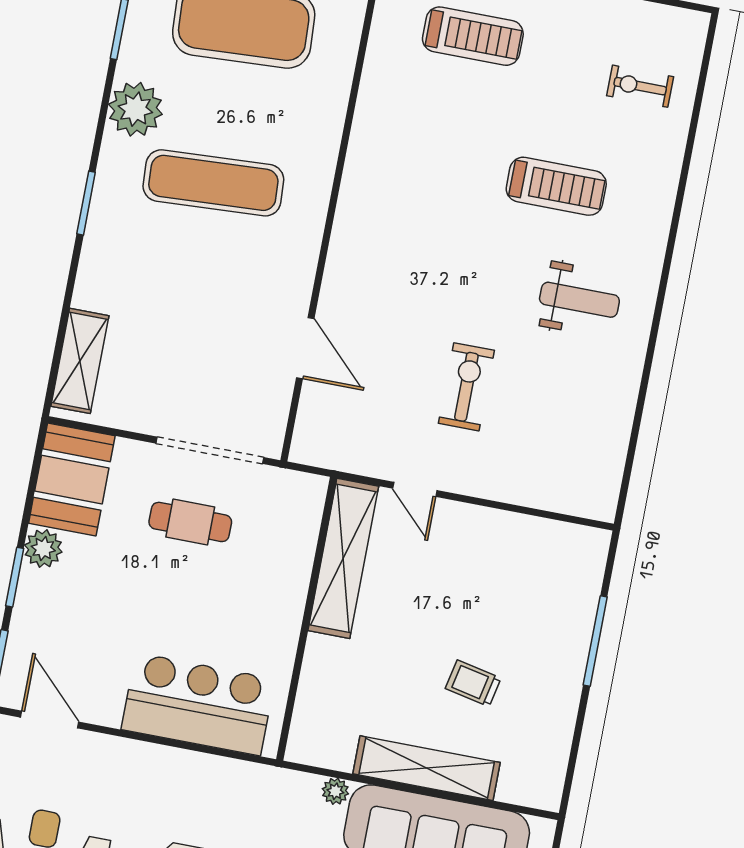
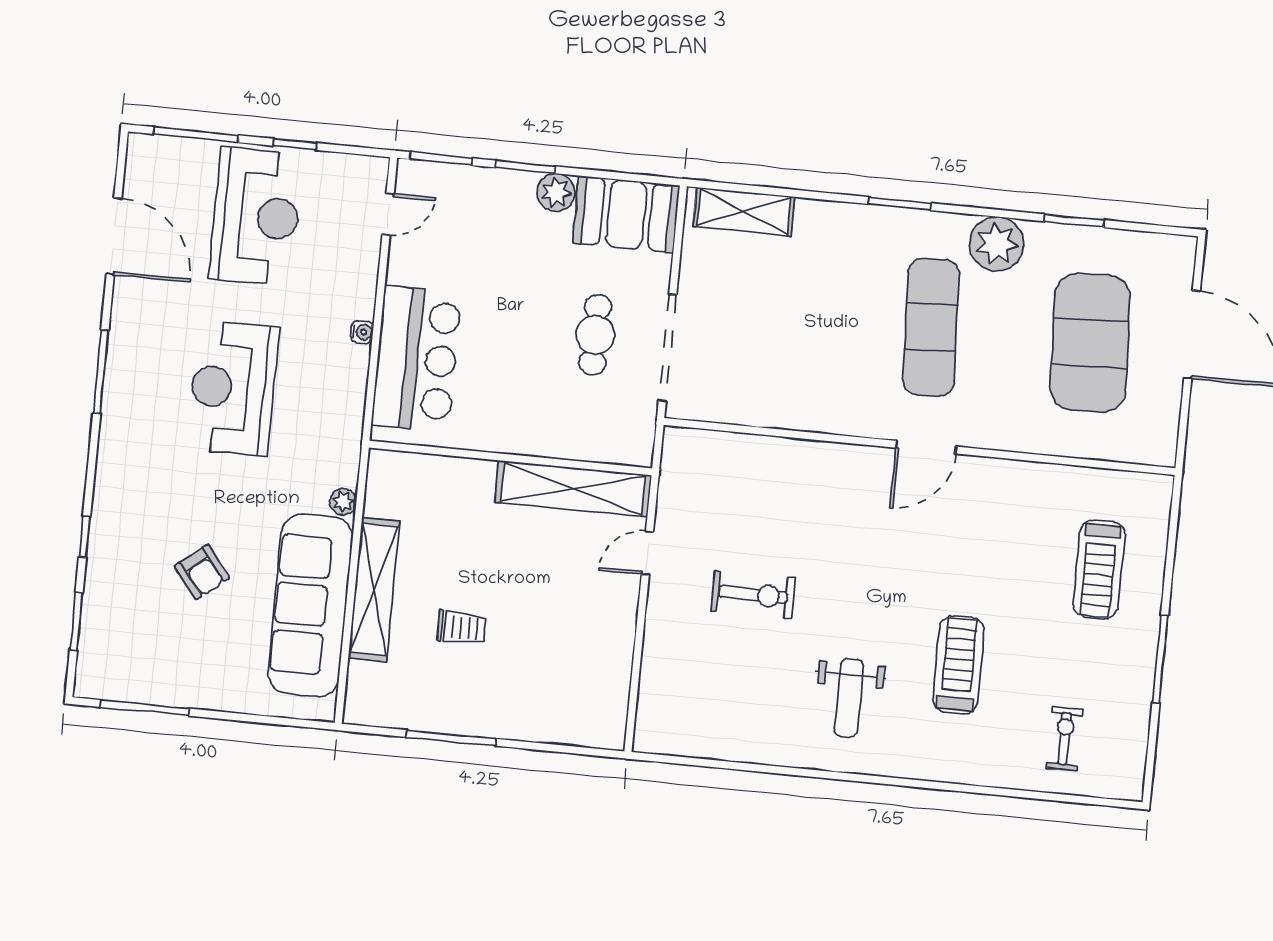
treadmill: (556, 186) -> (959, 665), turned 180
door: (305, 348) -> (926, 447), moved
window: (595, 641) -> (451, 738), moved
trolley: (473, 683) -> (462, 628), turned 78
door: (50, 720) -> (388, 214), width x0.73
water cooler: (166, 757) -> (362, 332), added

